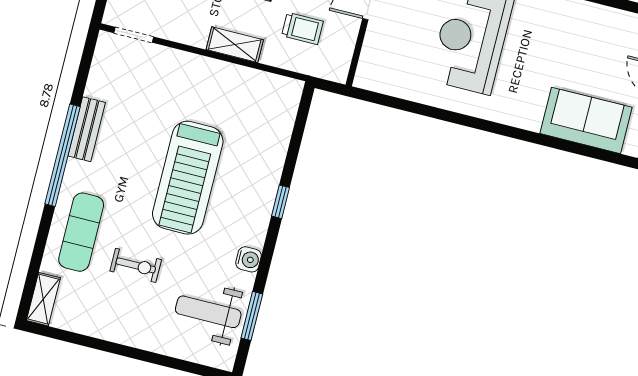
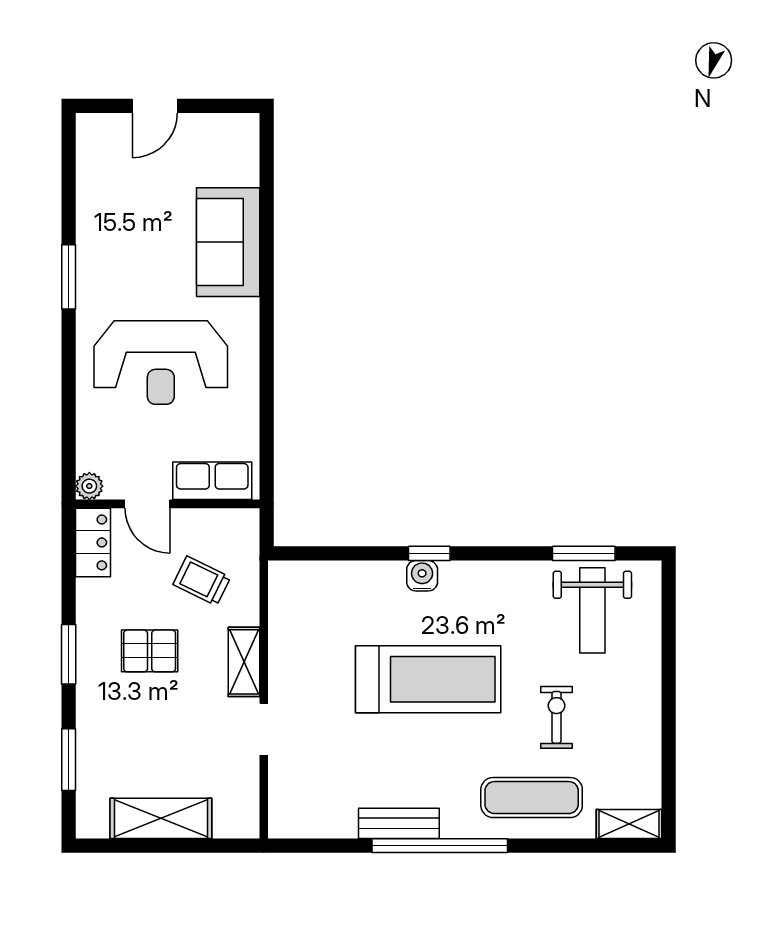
trolley: (303, 28) -> (202, 581), turned -64
doorway: (134, 35) -> (264, 729), moved
row of seats: (375, 55) -> (212, 481), added
sofa: (586, 120) -> (228, 242), moved
water cooler: (249, 259) -> (422, 576), moved

